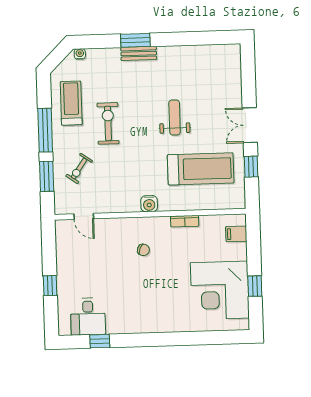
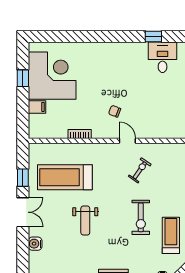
treadmill: (71, 103) -> (171, 235), turned 180
exercise bike: (79, 168) -> (140, 170), moved
water cooler: (149, 204) -> (35, 244), moved, turned -90
door: (84, 216) -> (127, 141), moved
filing cabinet: (236, 234) -> (37, 107), moved

